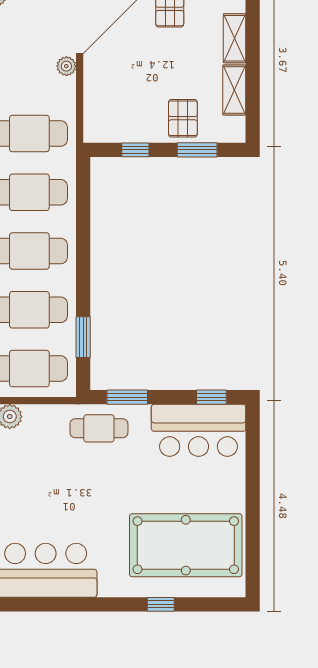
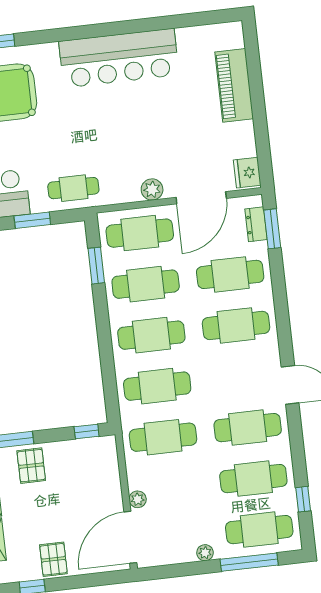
window: (135, 150) -> (87, 431), moved
window: (127, 397) -> (32, 220), moved

